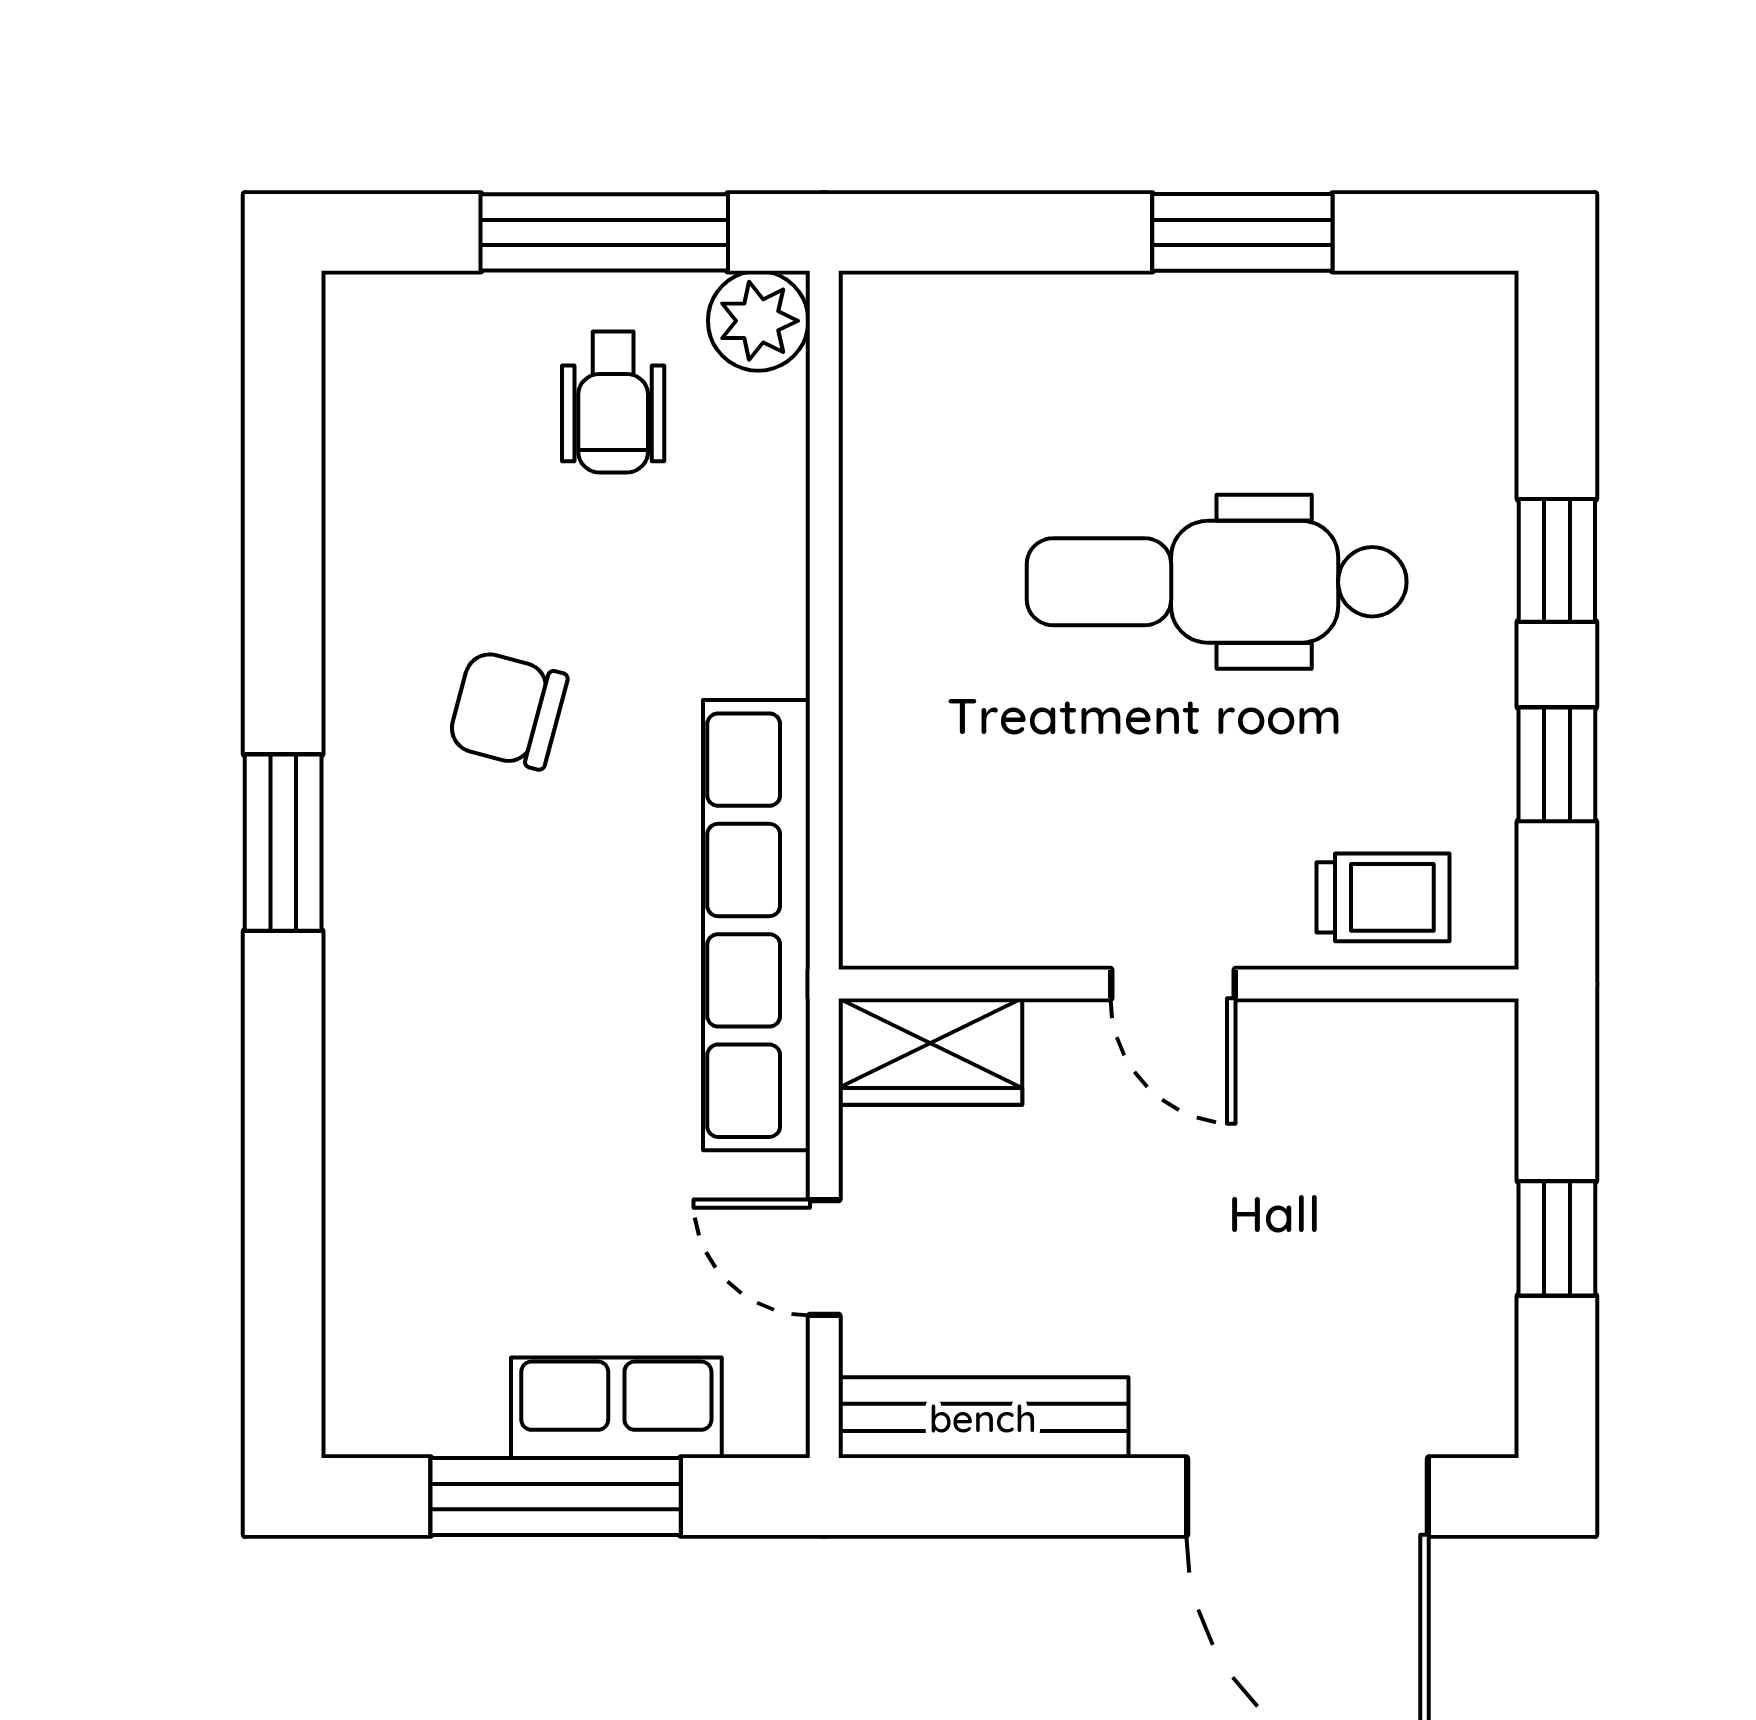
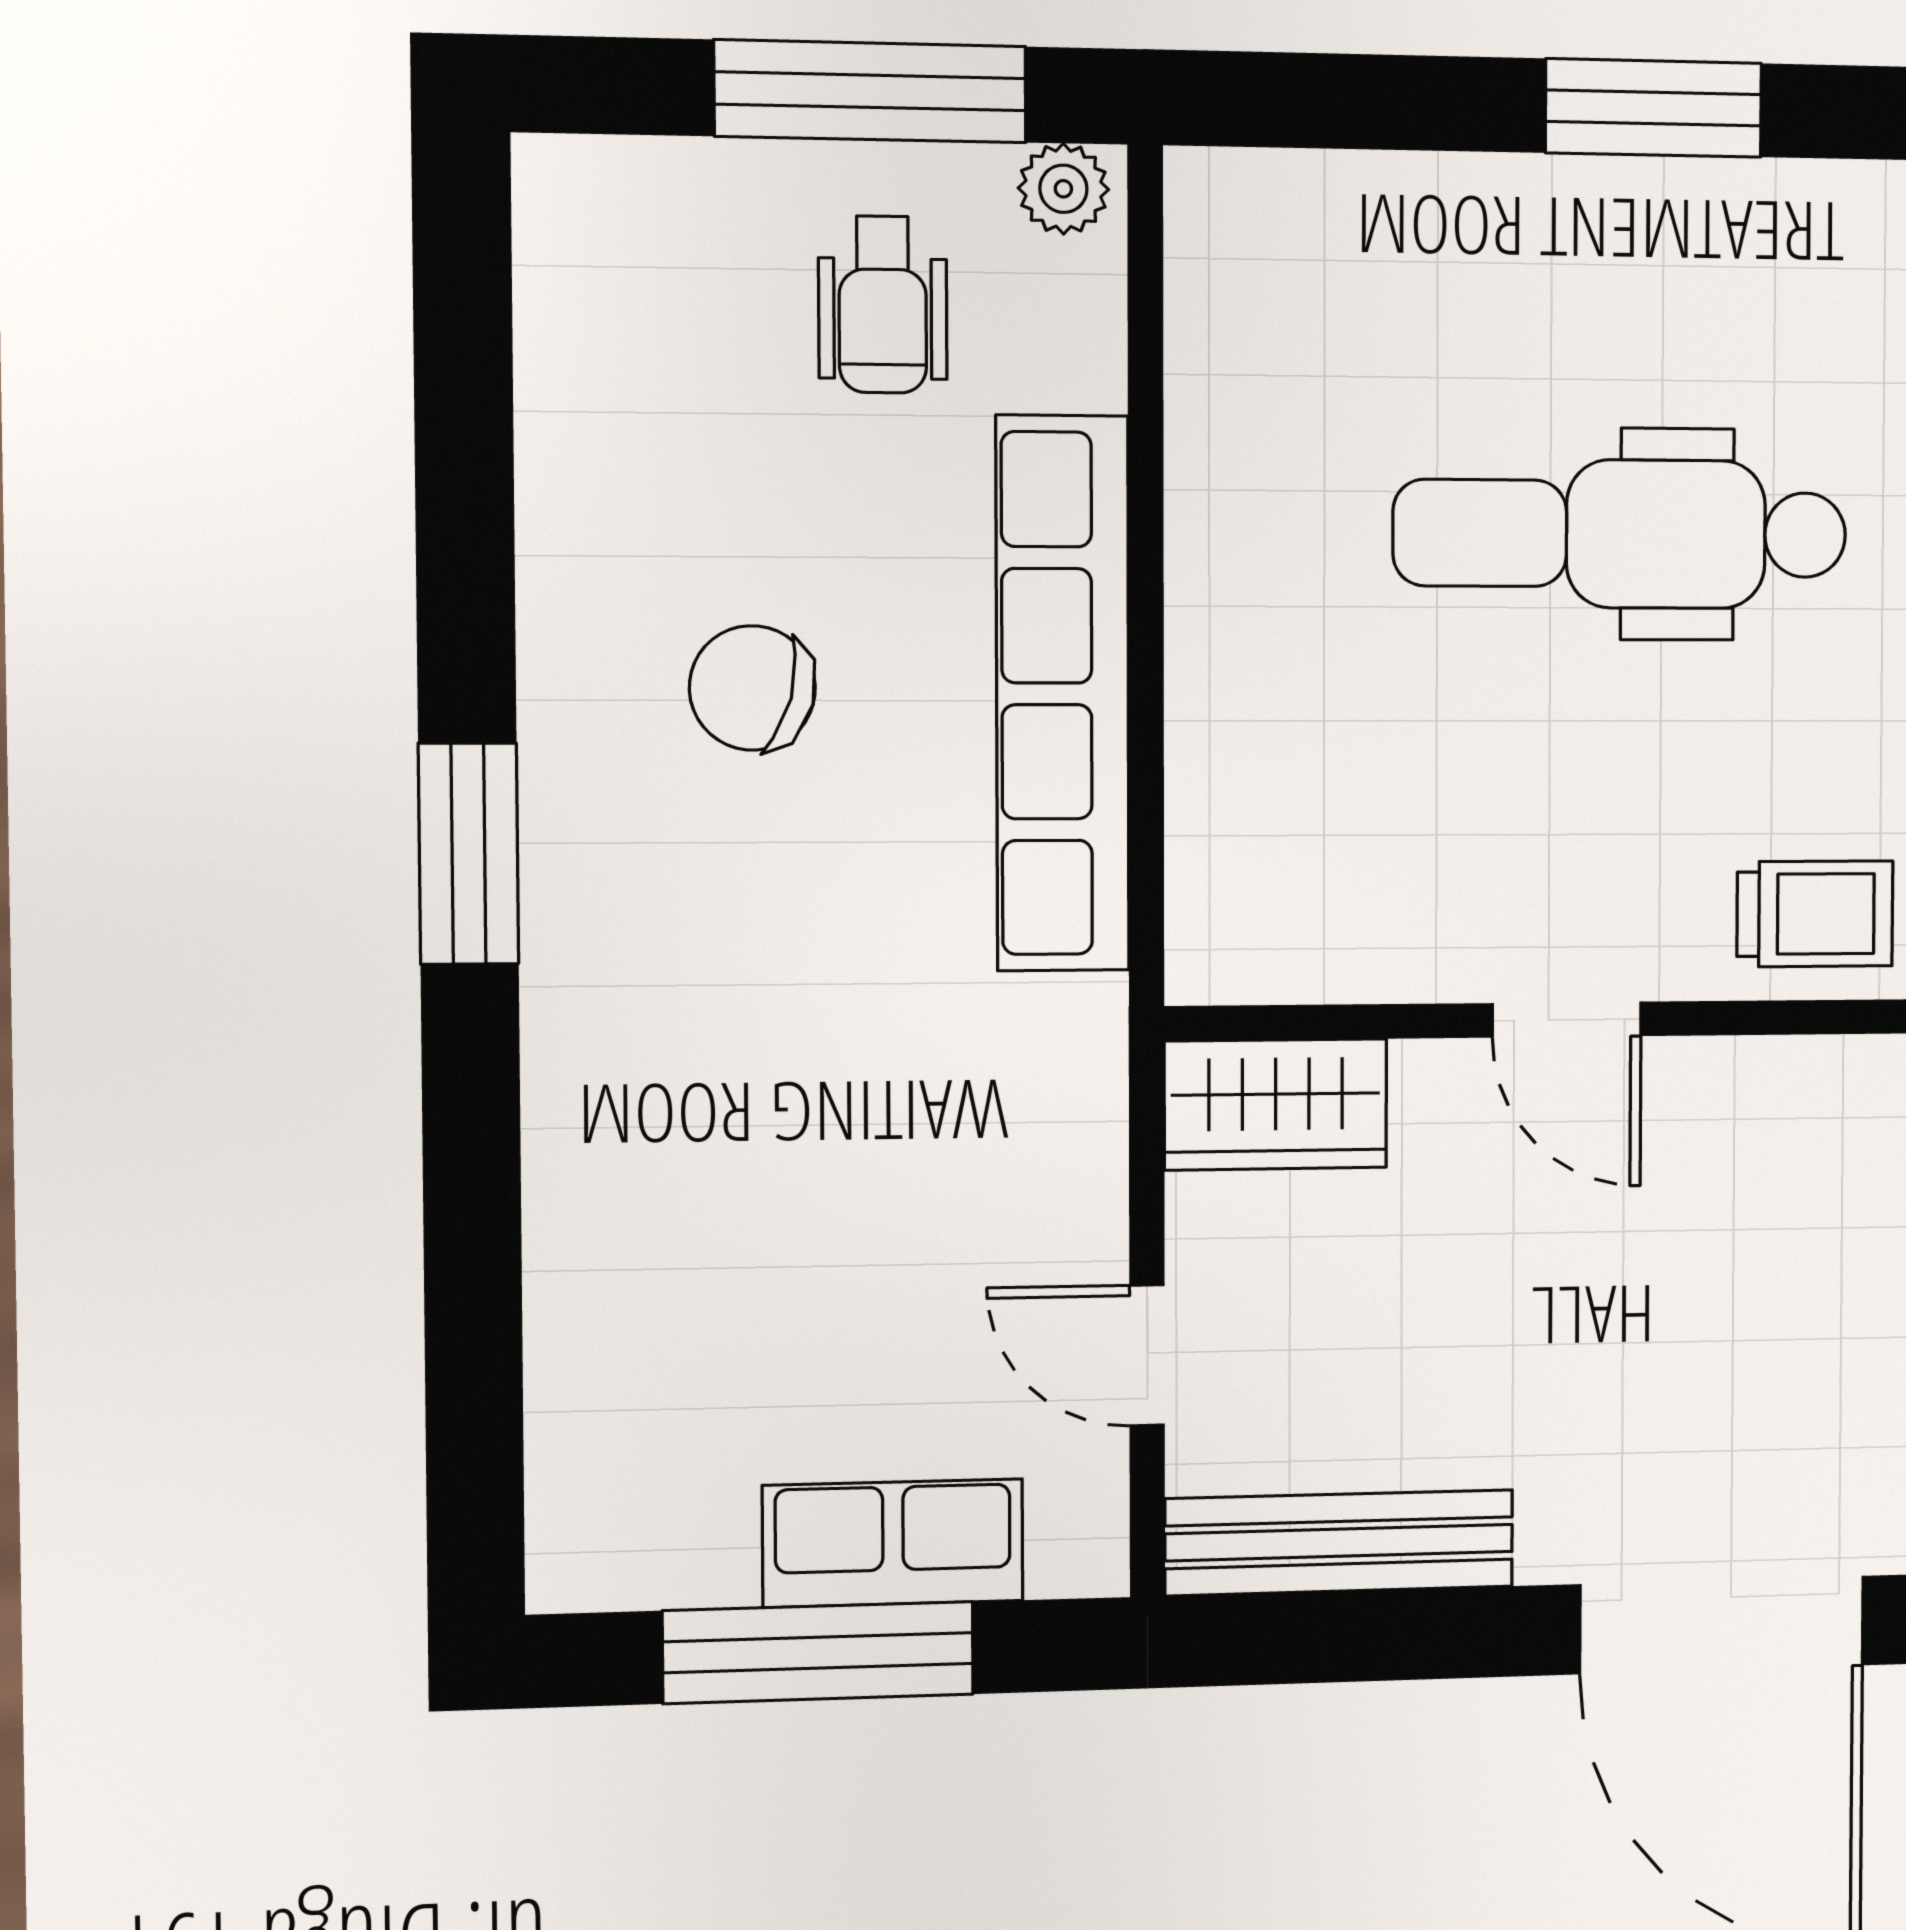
plant: (758, 321) -> (1063, 189), width x0.73, depth x0.73
row of seats: (756, 925) -> (1063, 694), moved

